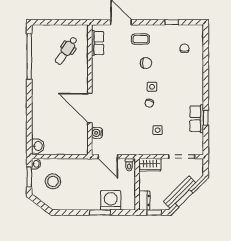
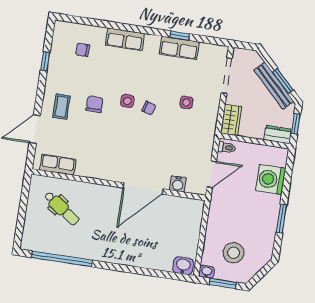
row of seats: (197, 78) -> (125, 39), added
window: (100, 213) -> (281, 219), moved

